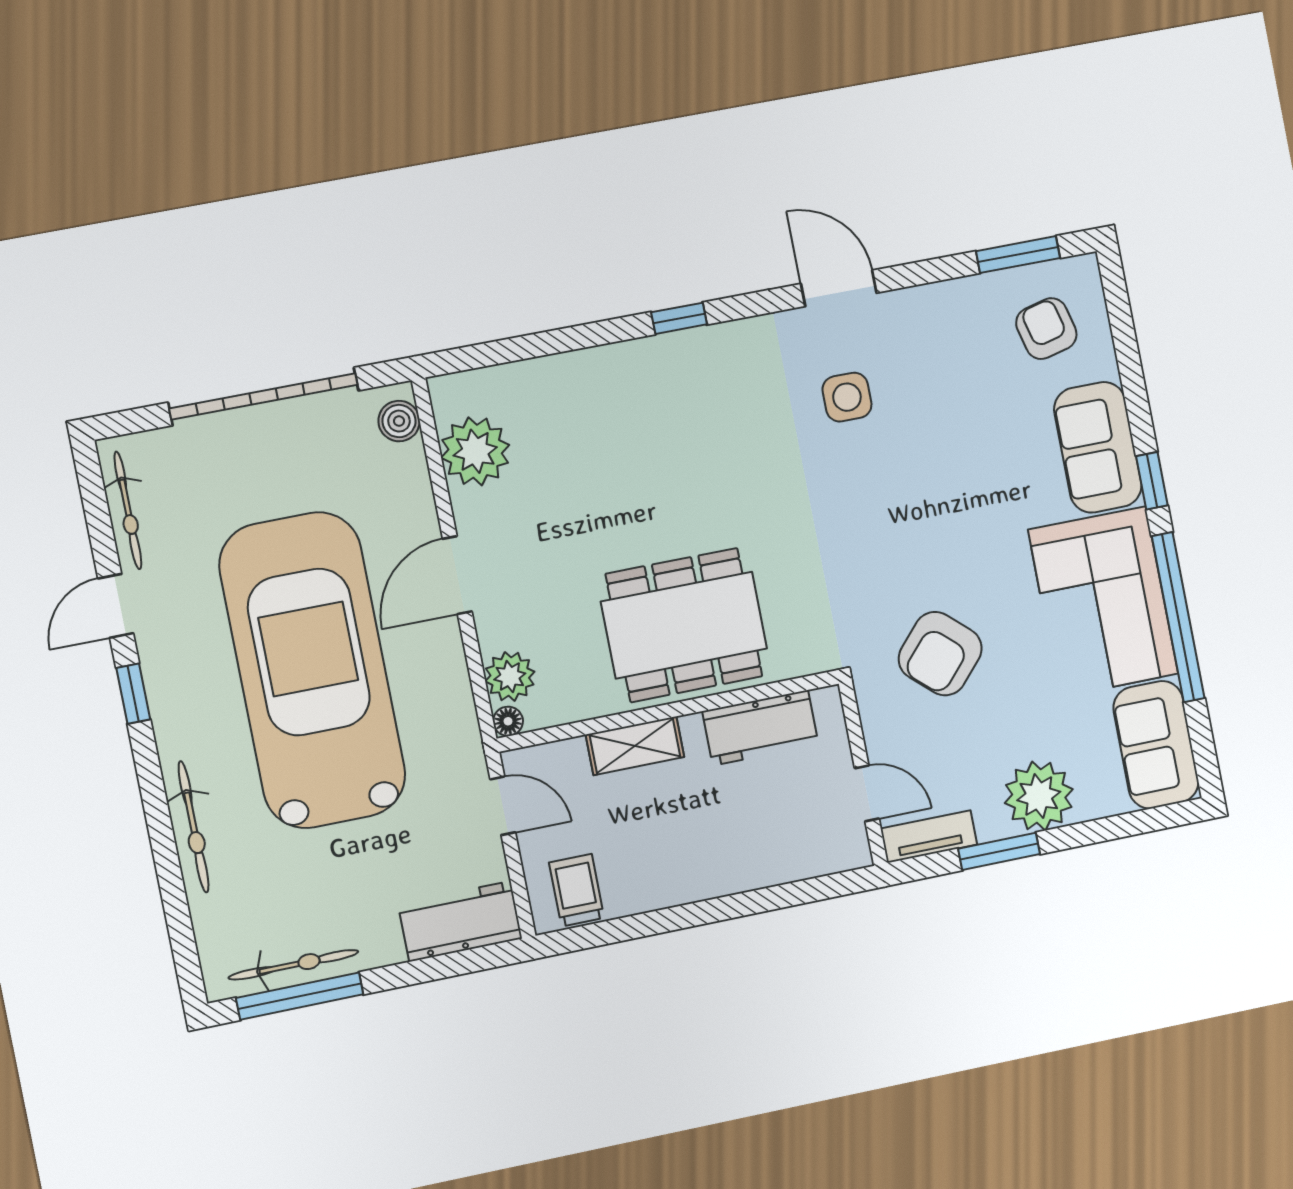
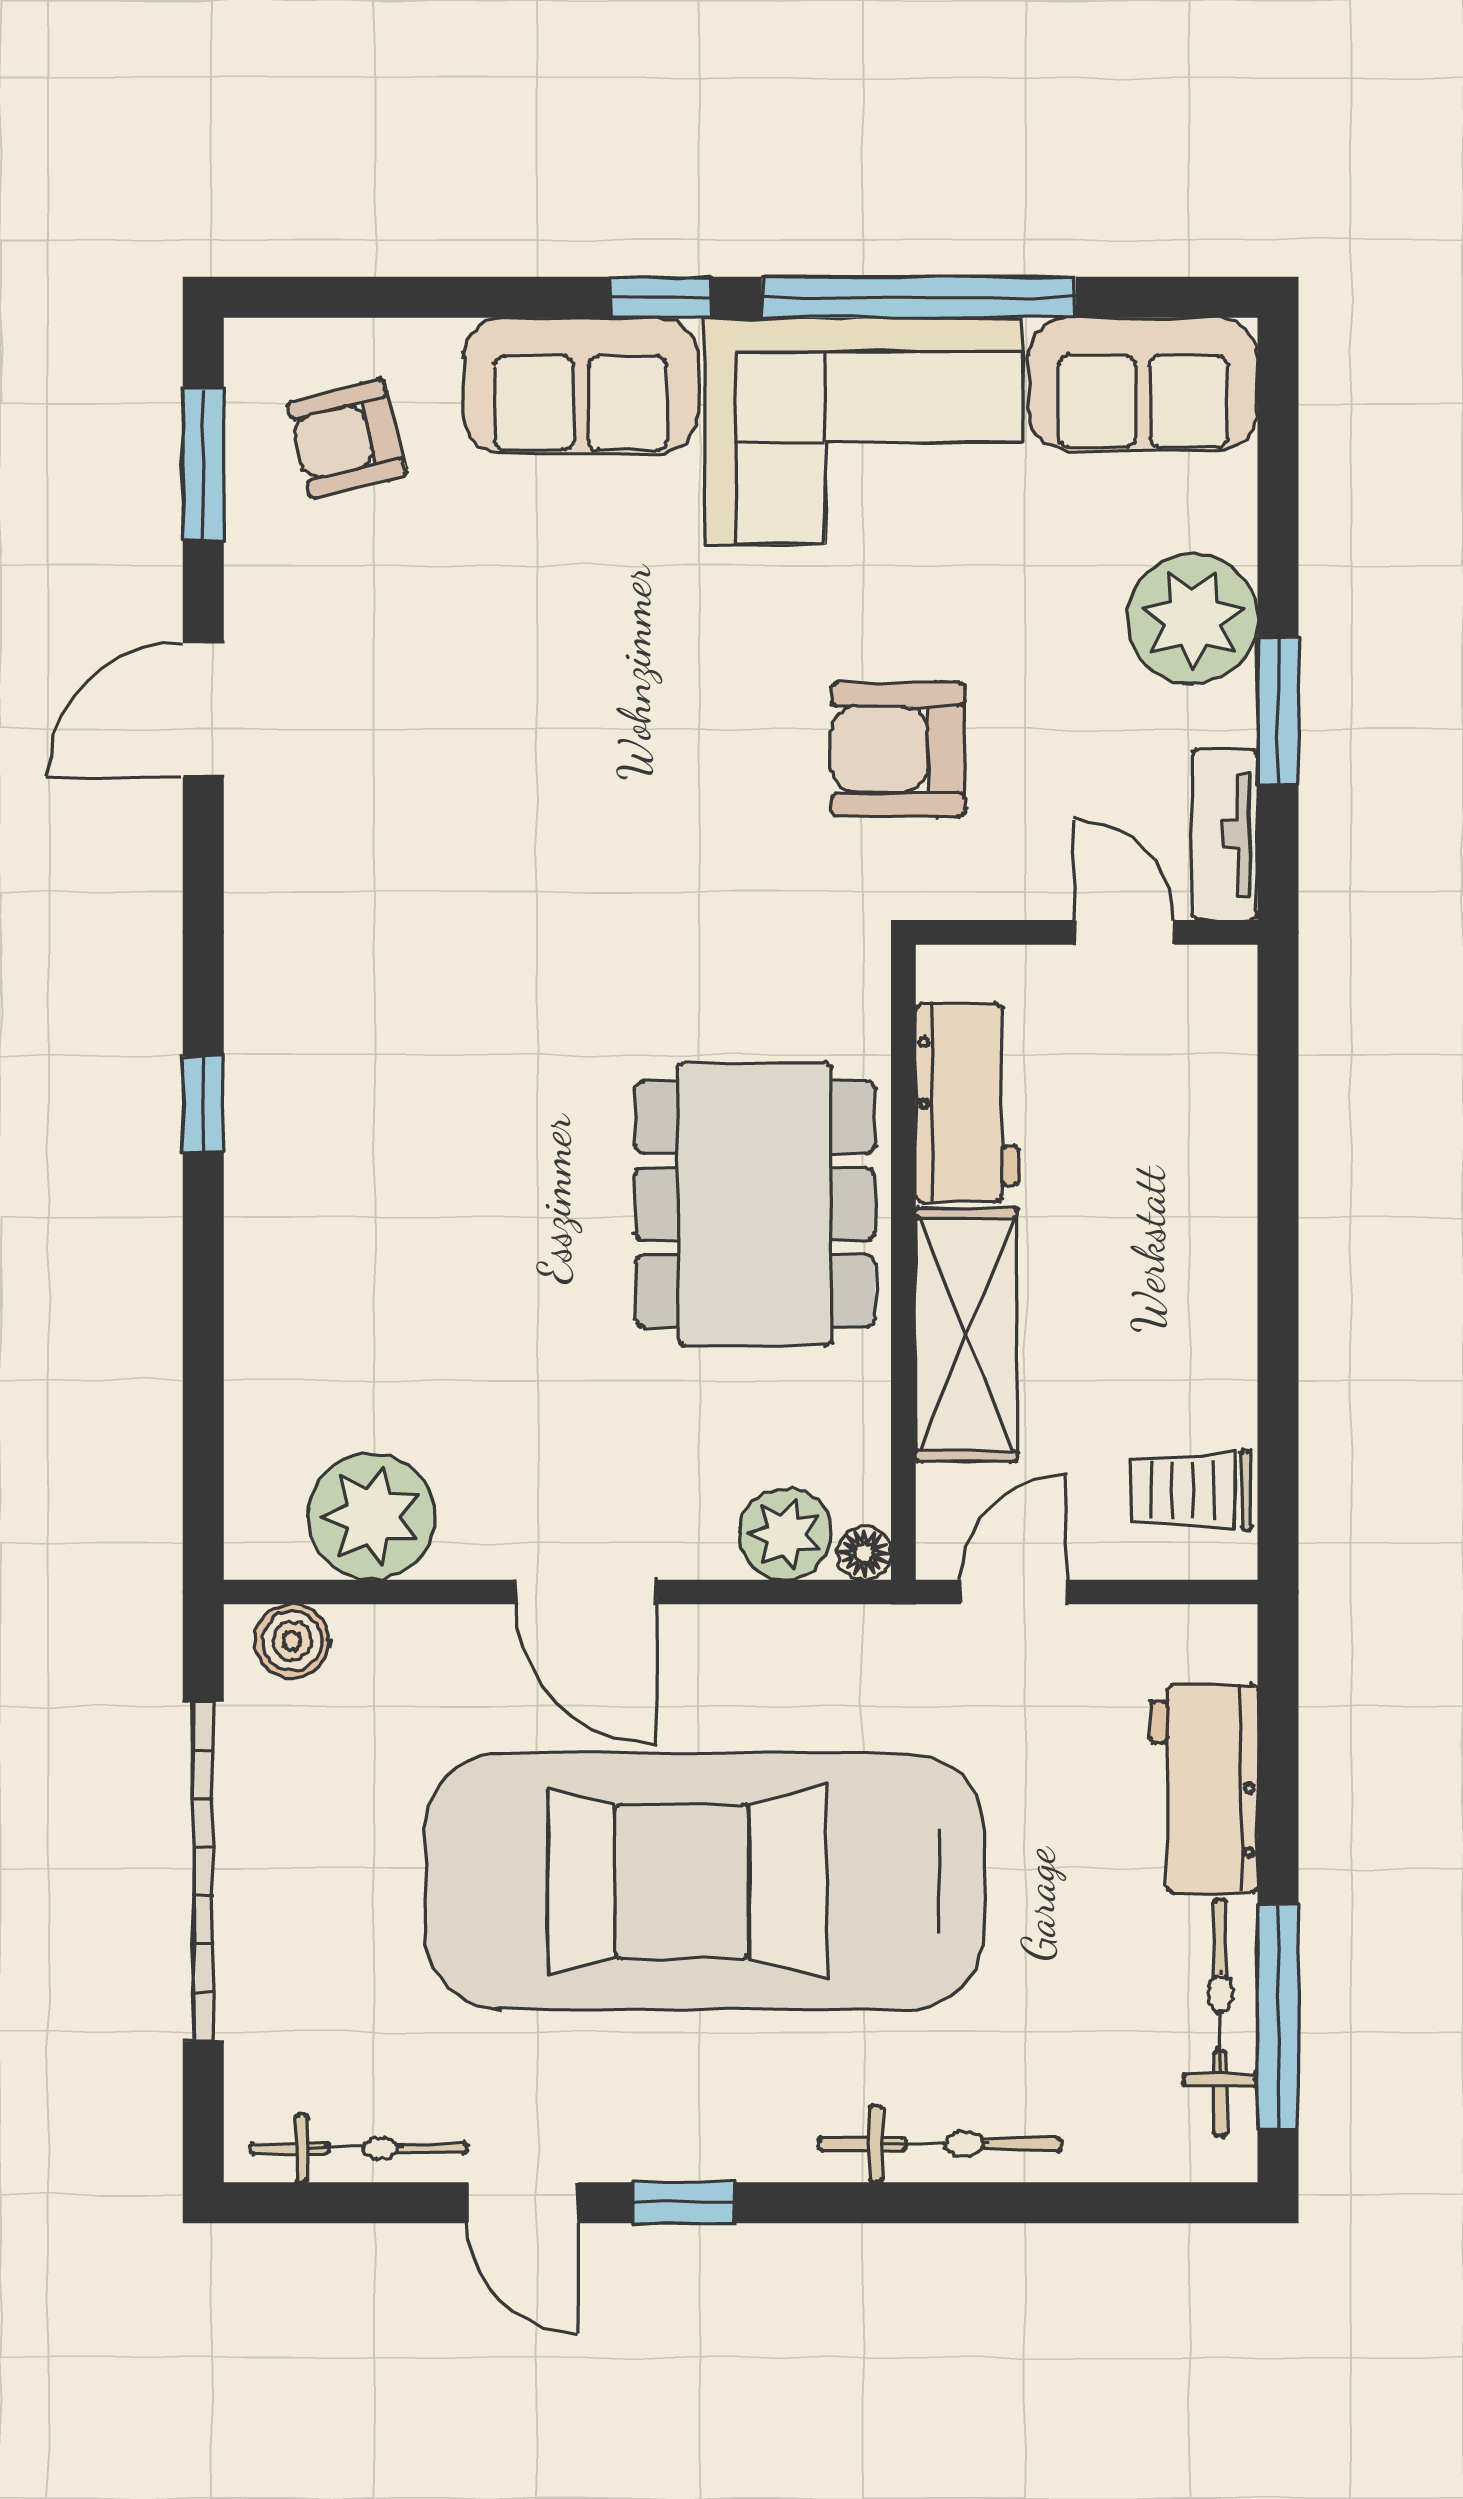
door: (839, 288) -> (203, 709), moved
side table: (847, 397) -> (402, 828), removed
armchair: (940, 654) -> (898, 749), turned 138
shelving: (635, 746) -> (966, 1335), width x1.50, depth x1.33
door: (867, 793) -> (1124, 932), hinge flipped
workbench: (460, 921) -> (1204, 1789), moved

